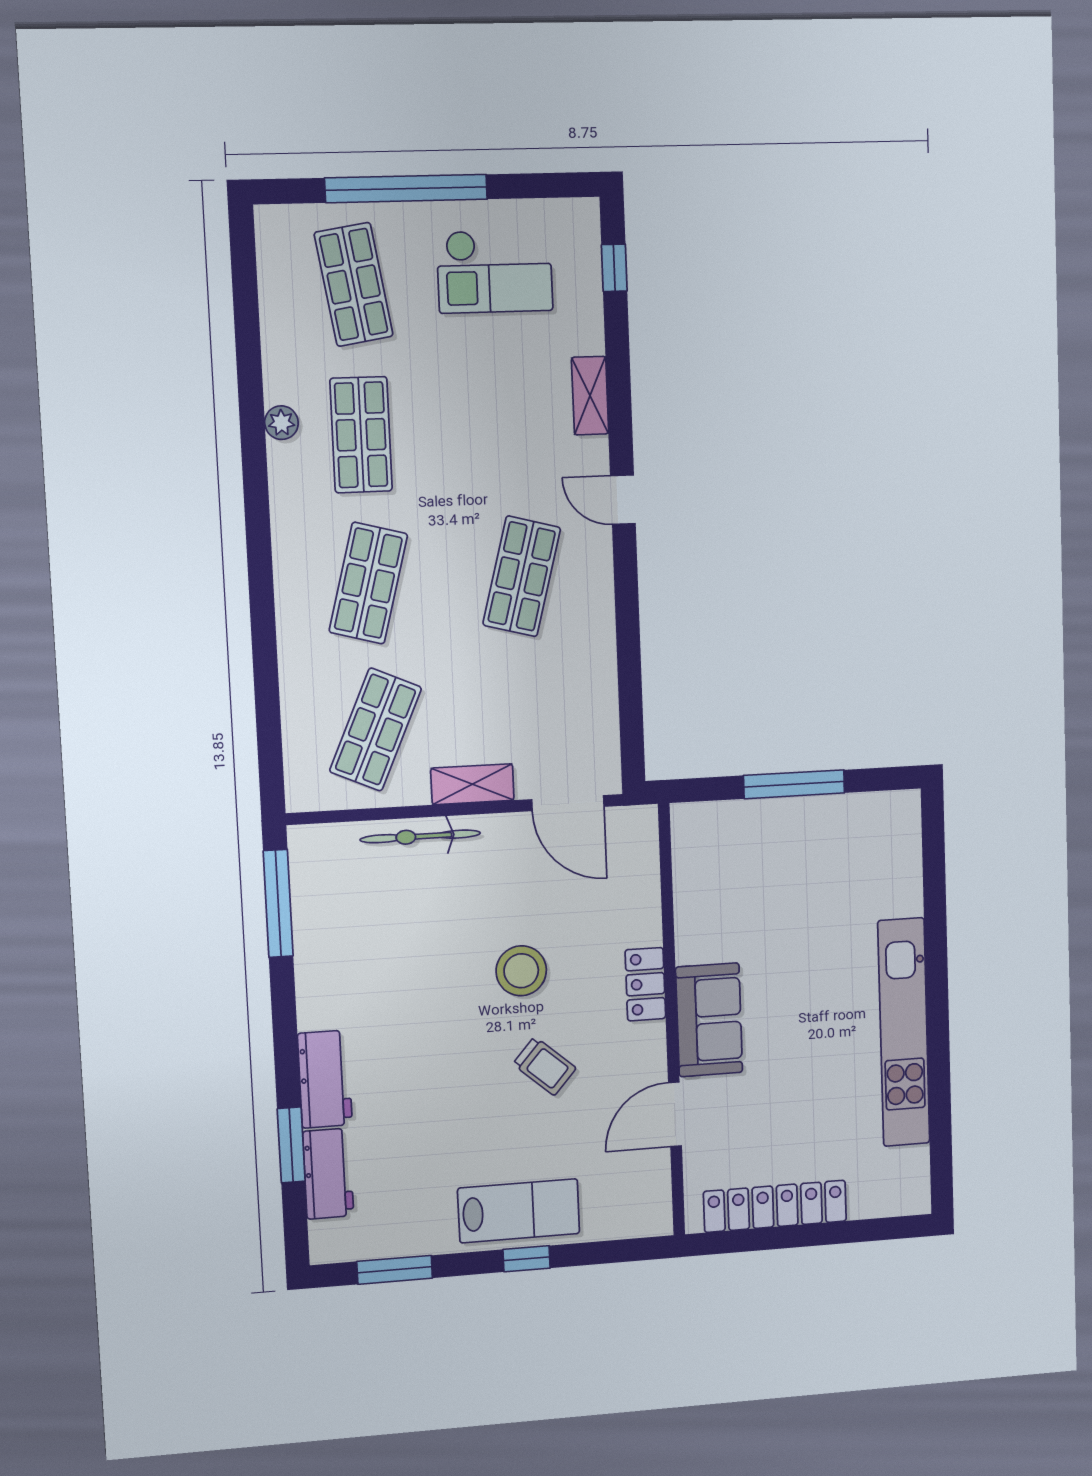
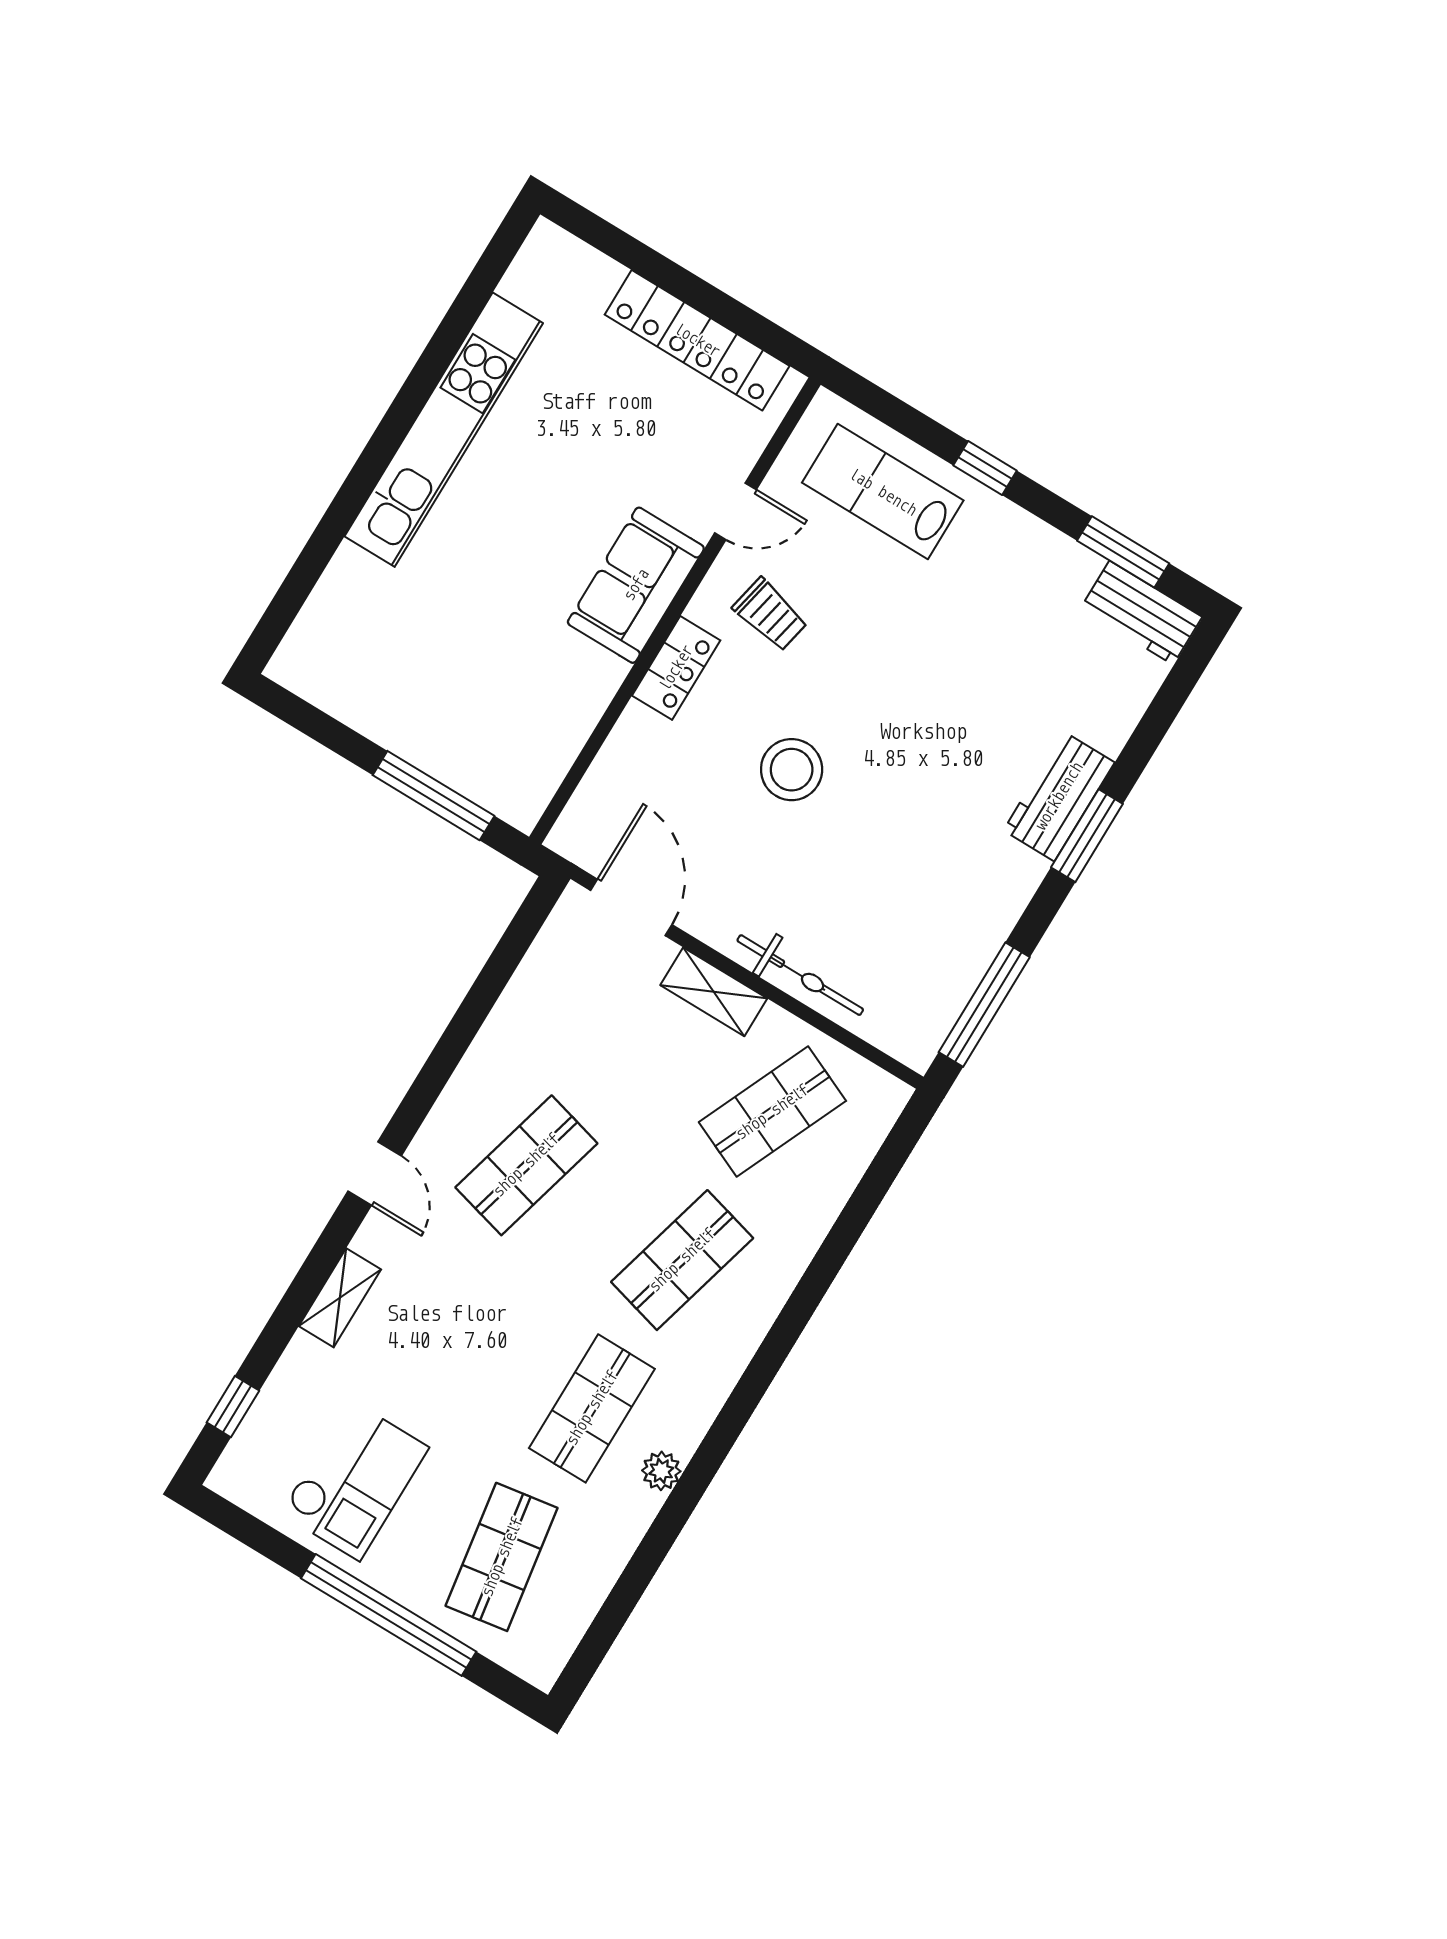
checkout: (495, 271) -> (354, 1480), turned 90
window: (794, 784) -> (434, 796), moved
trolley: (545, 1066) -> (770, 615), moved, turned 151
door: (675, 1114) -> (736, 511), width x0.73
window: (291, 1145) -> (1087, 836), moved
workbench: (328, 1174) -> (1141, 613), moved, turned -90
lab bench: (519, 1211) -> (883, 492), moved

